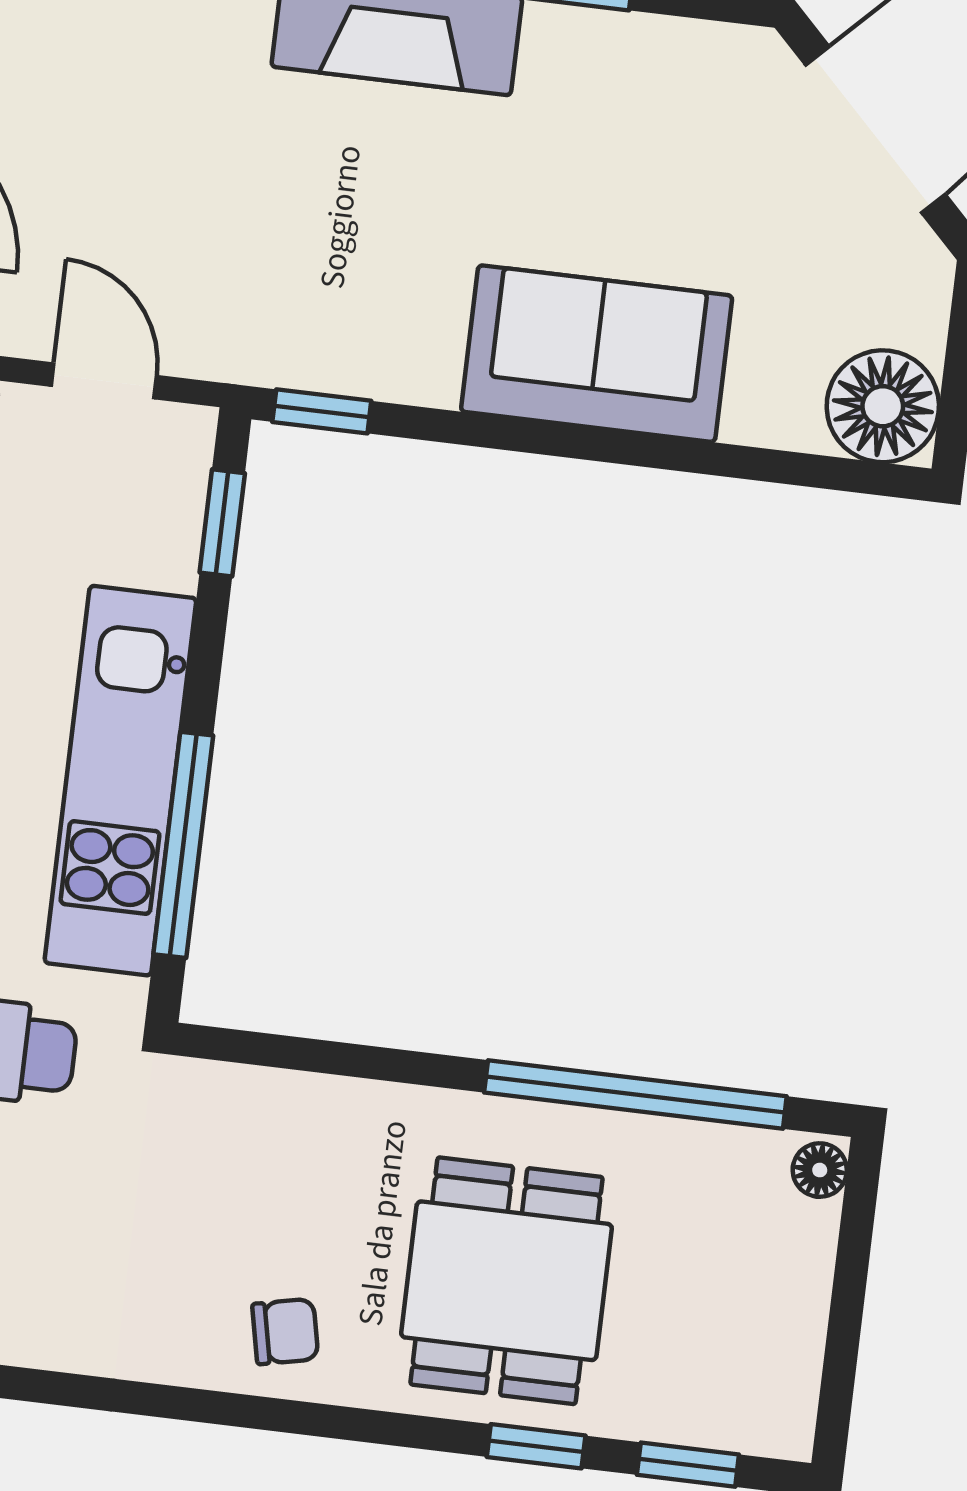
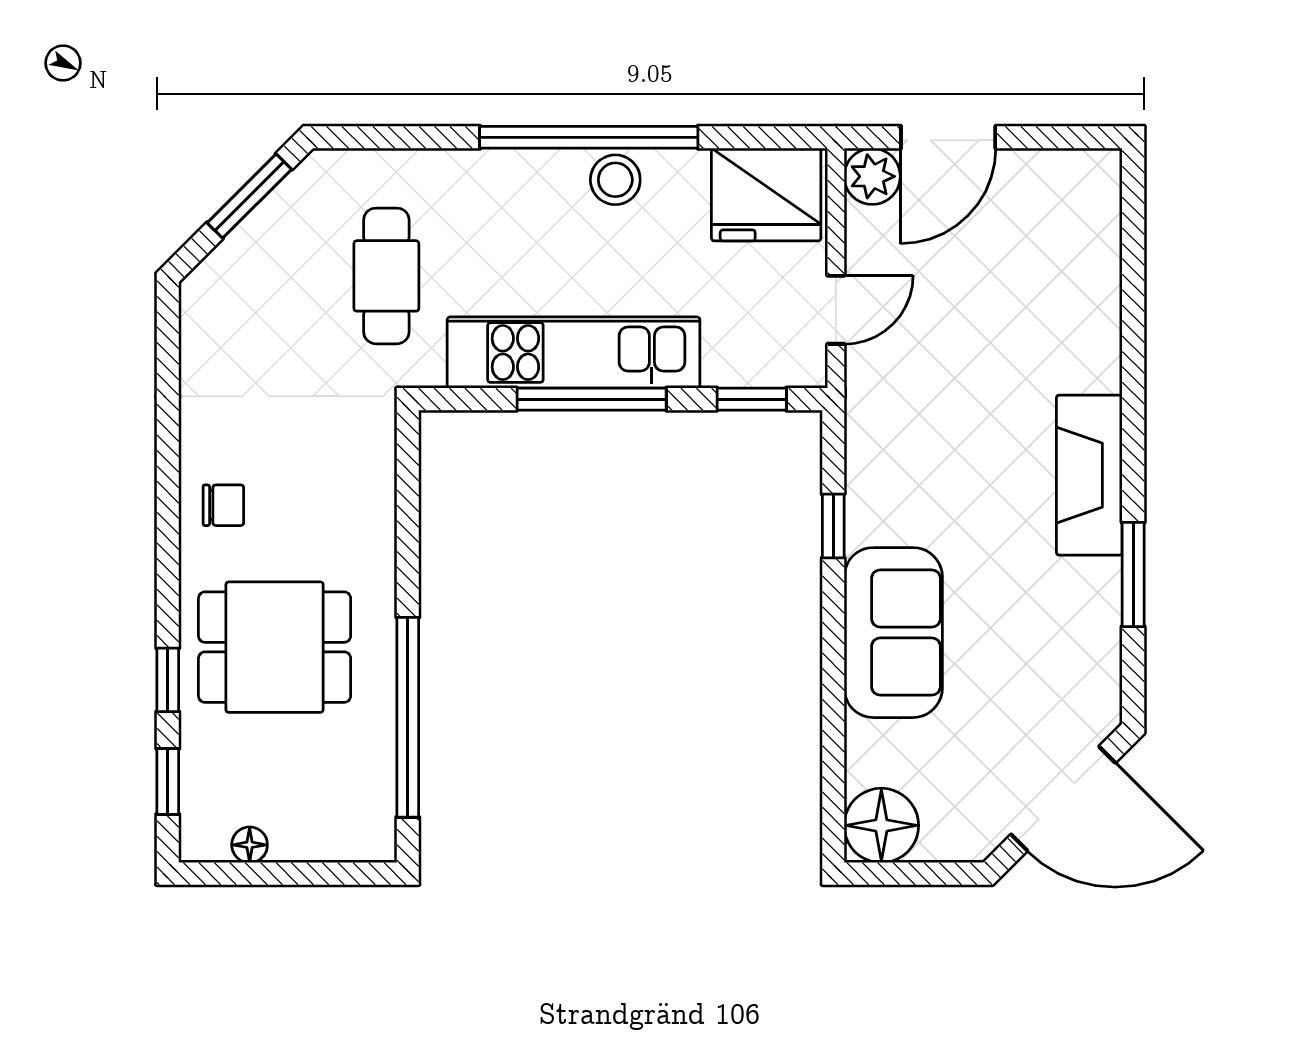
window: (322, 411) -> (833, 526), moved
window: (183, 845) -> (592, 399), moved
floor lamp: (820, 1170) -> (250, 845), moved
chair: (285, 1332) -> (223, 505), turned -78

